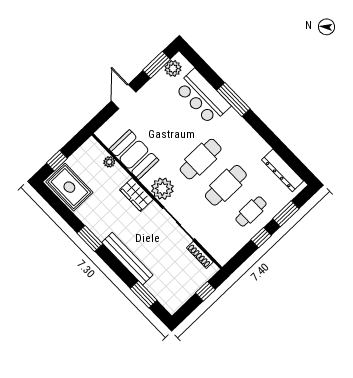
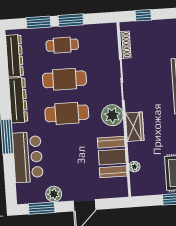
plant: (173, 68) -> (54, 194), moved
dresser: (249, 137) -> (18, 100), added
window: (261, 238) -> (71, 20), width x1.50

